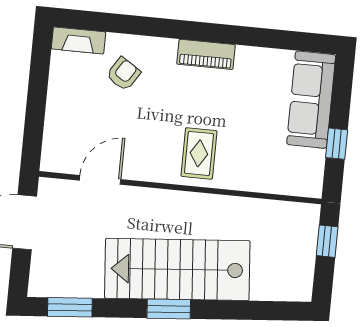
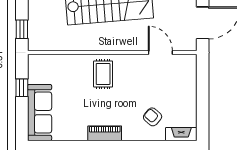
armchair: (124, 74) -> (153, 117), turned 98
door: (100, 180) -> (160, 53), swing flipped

